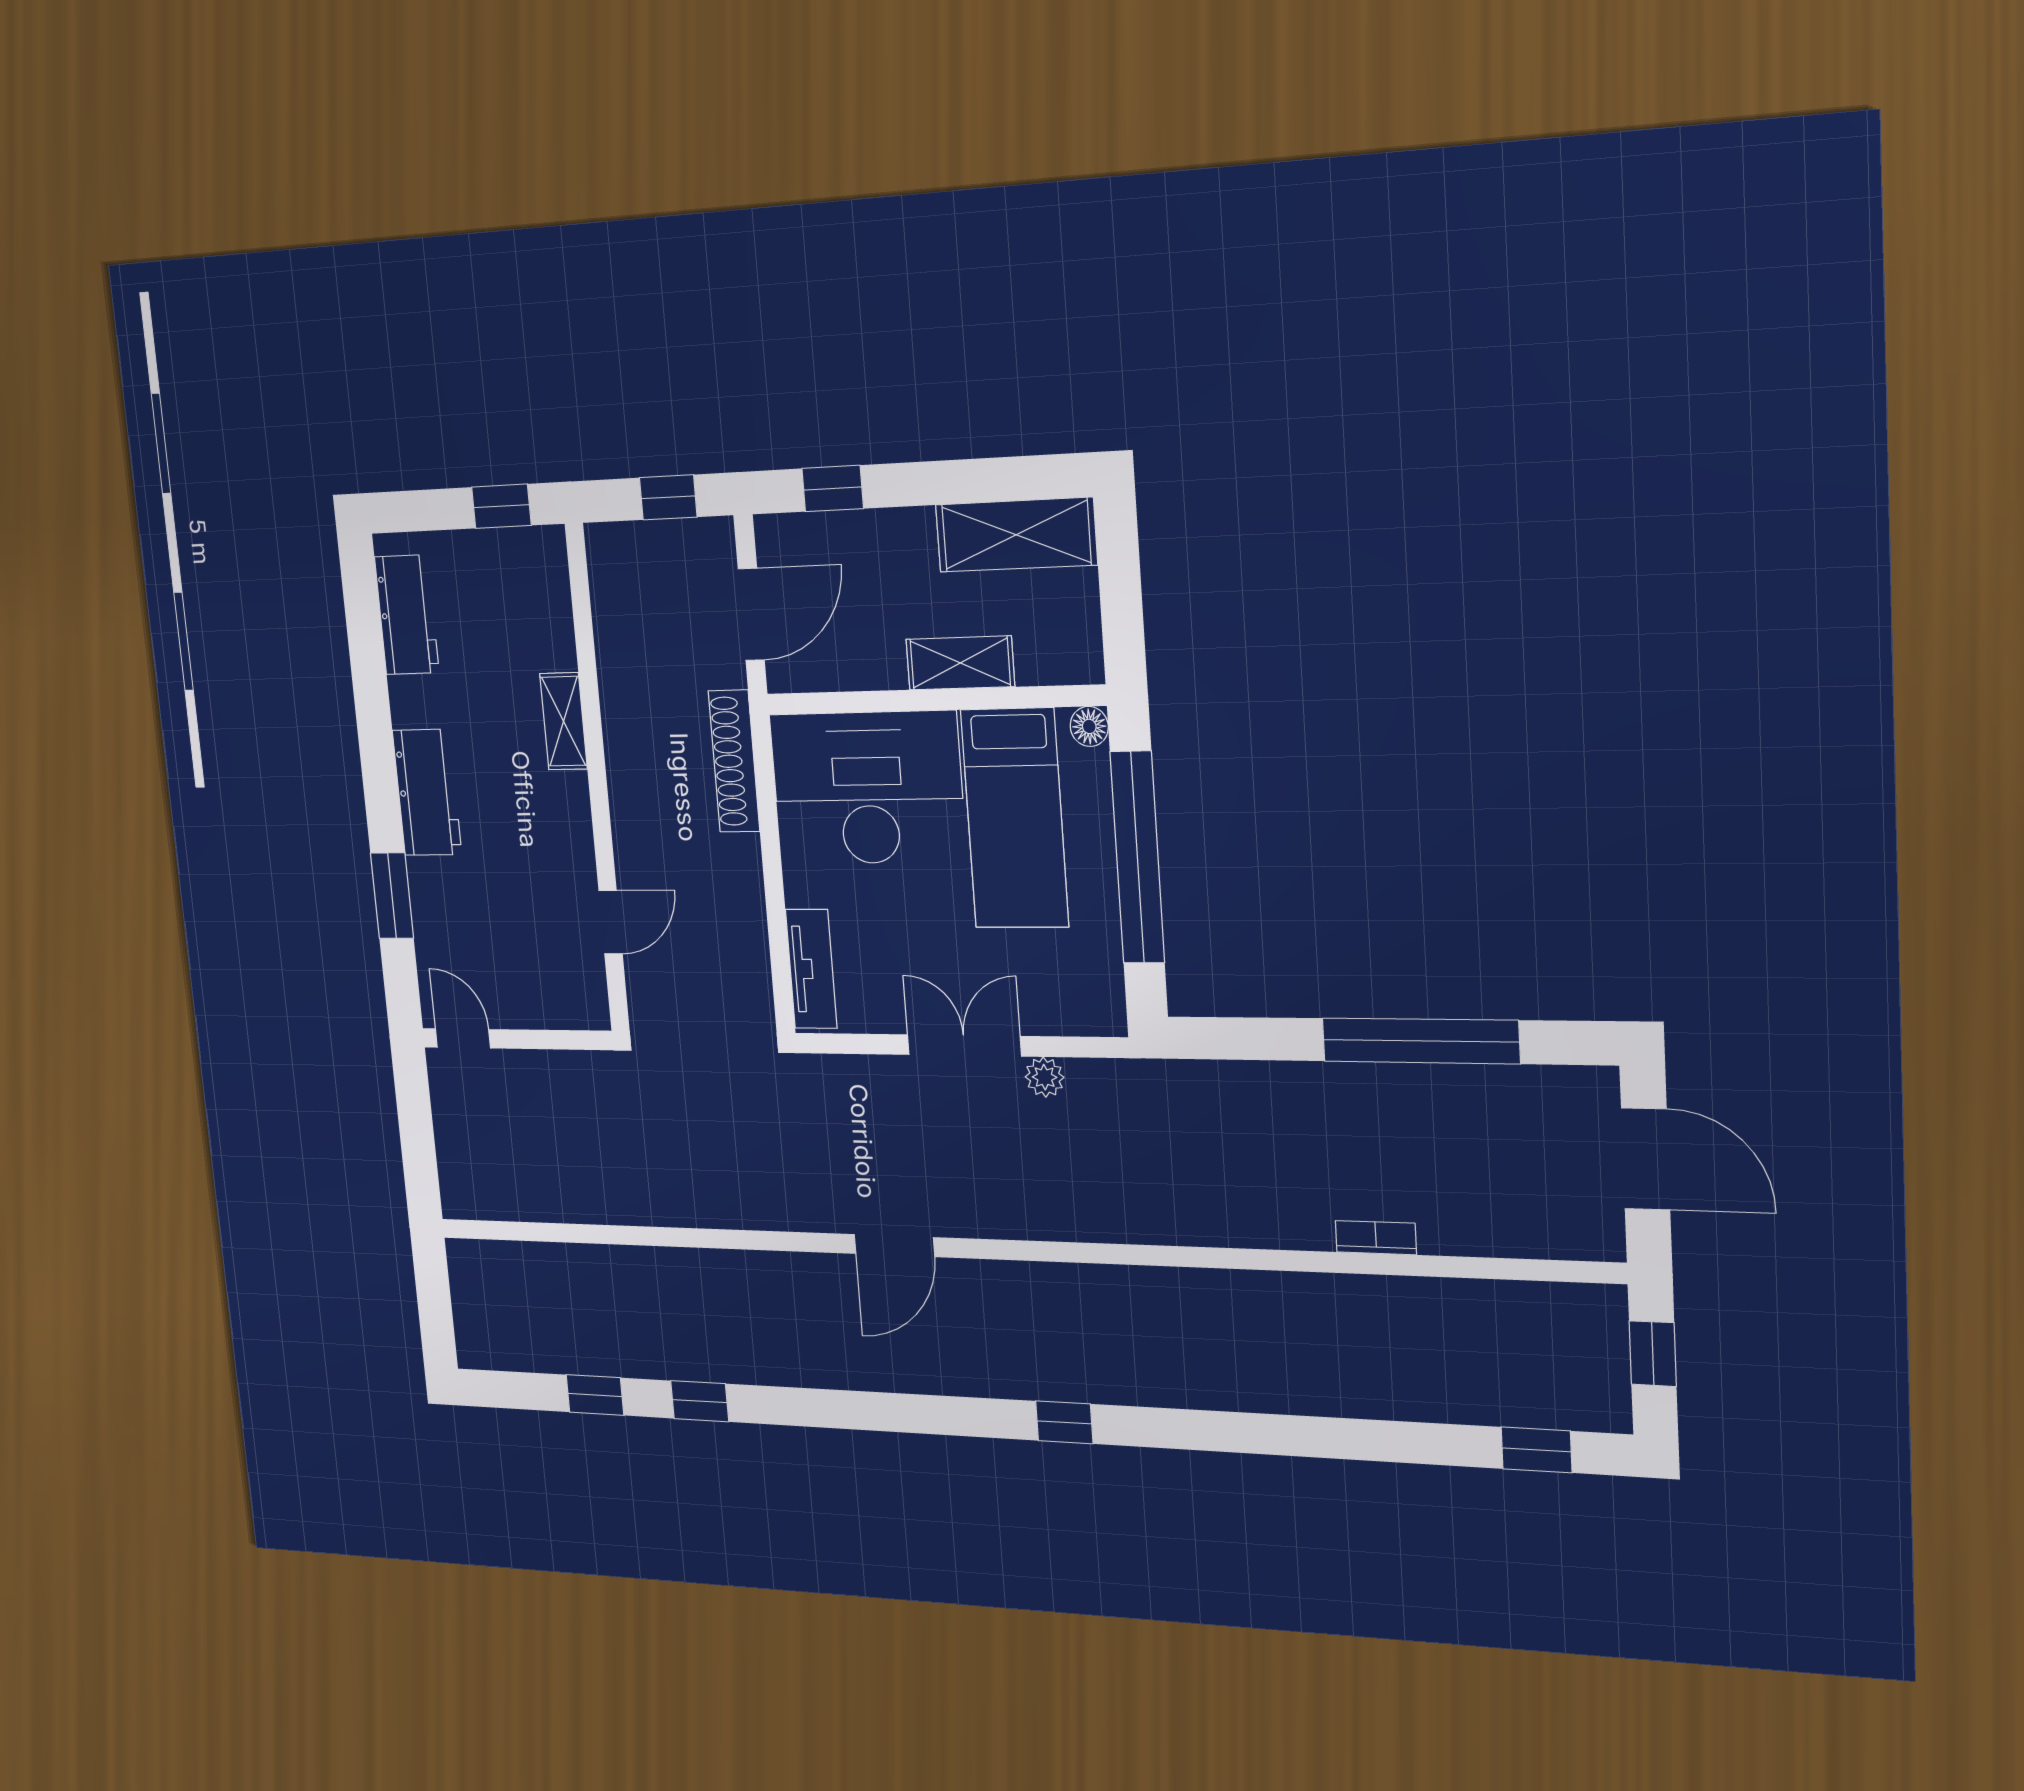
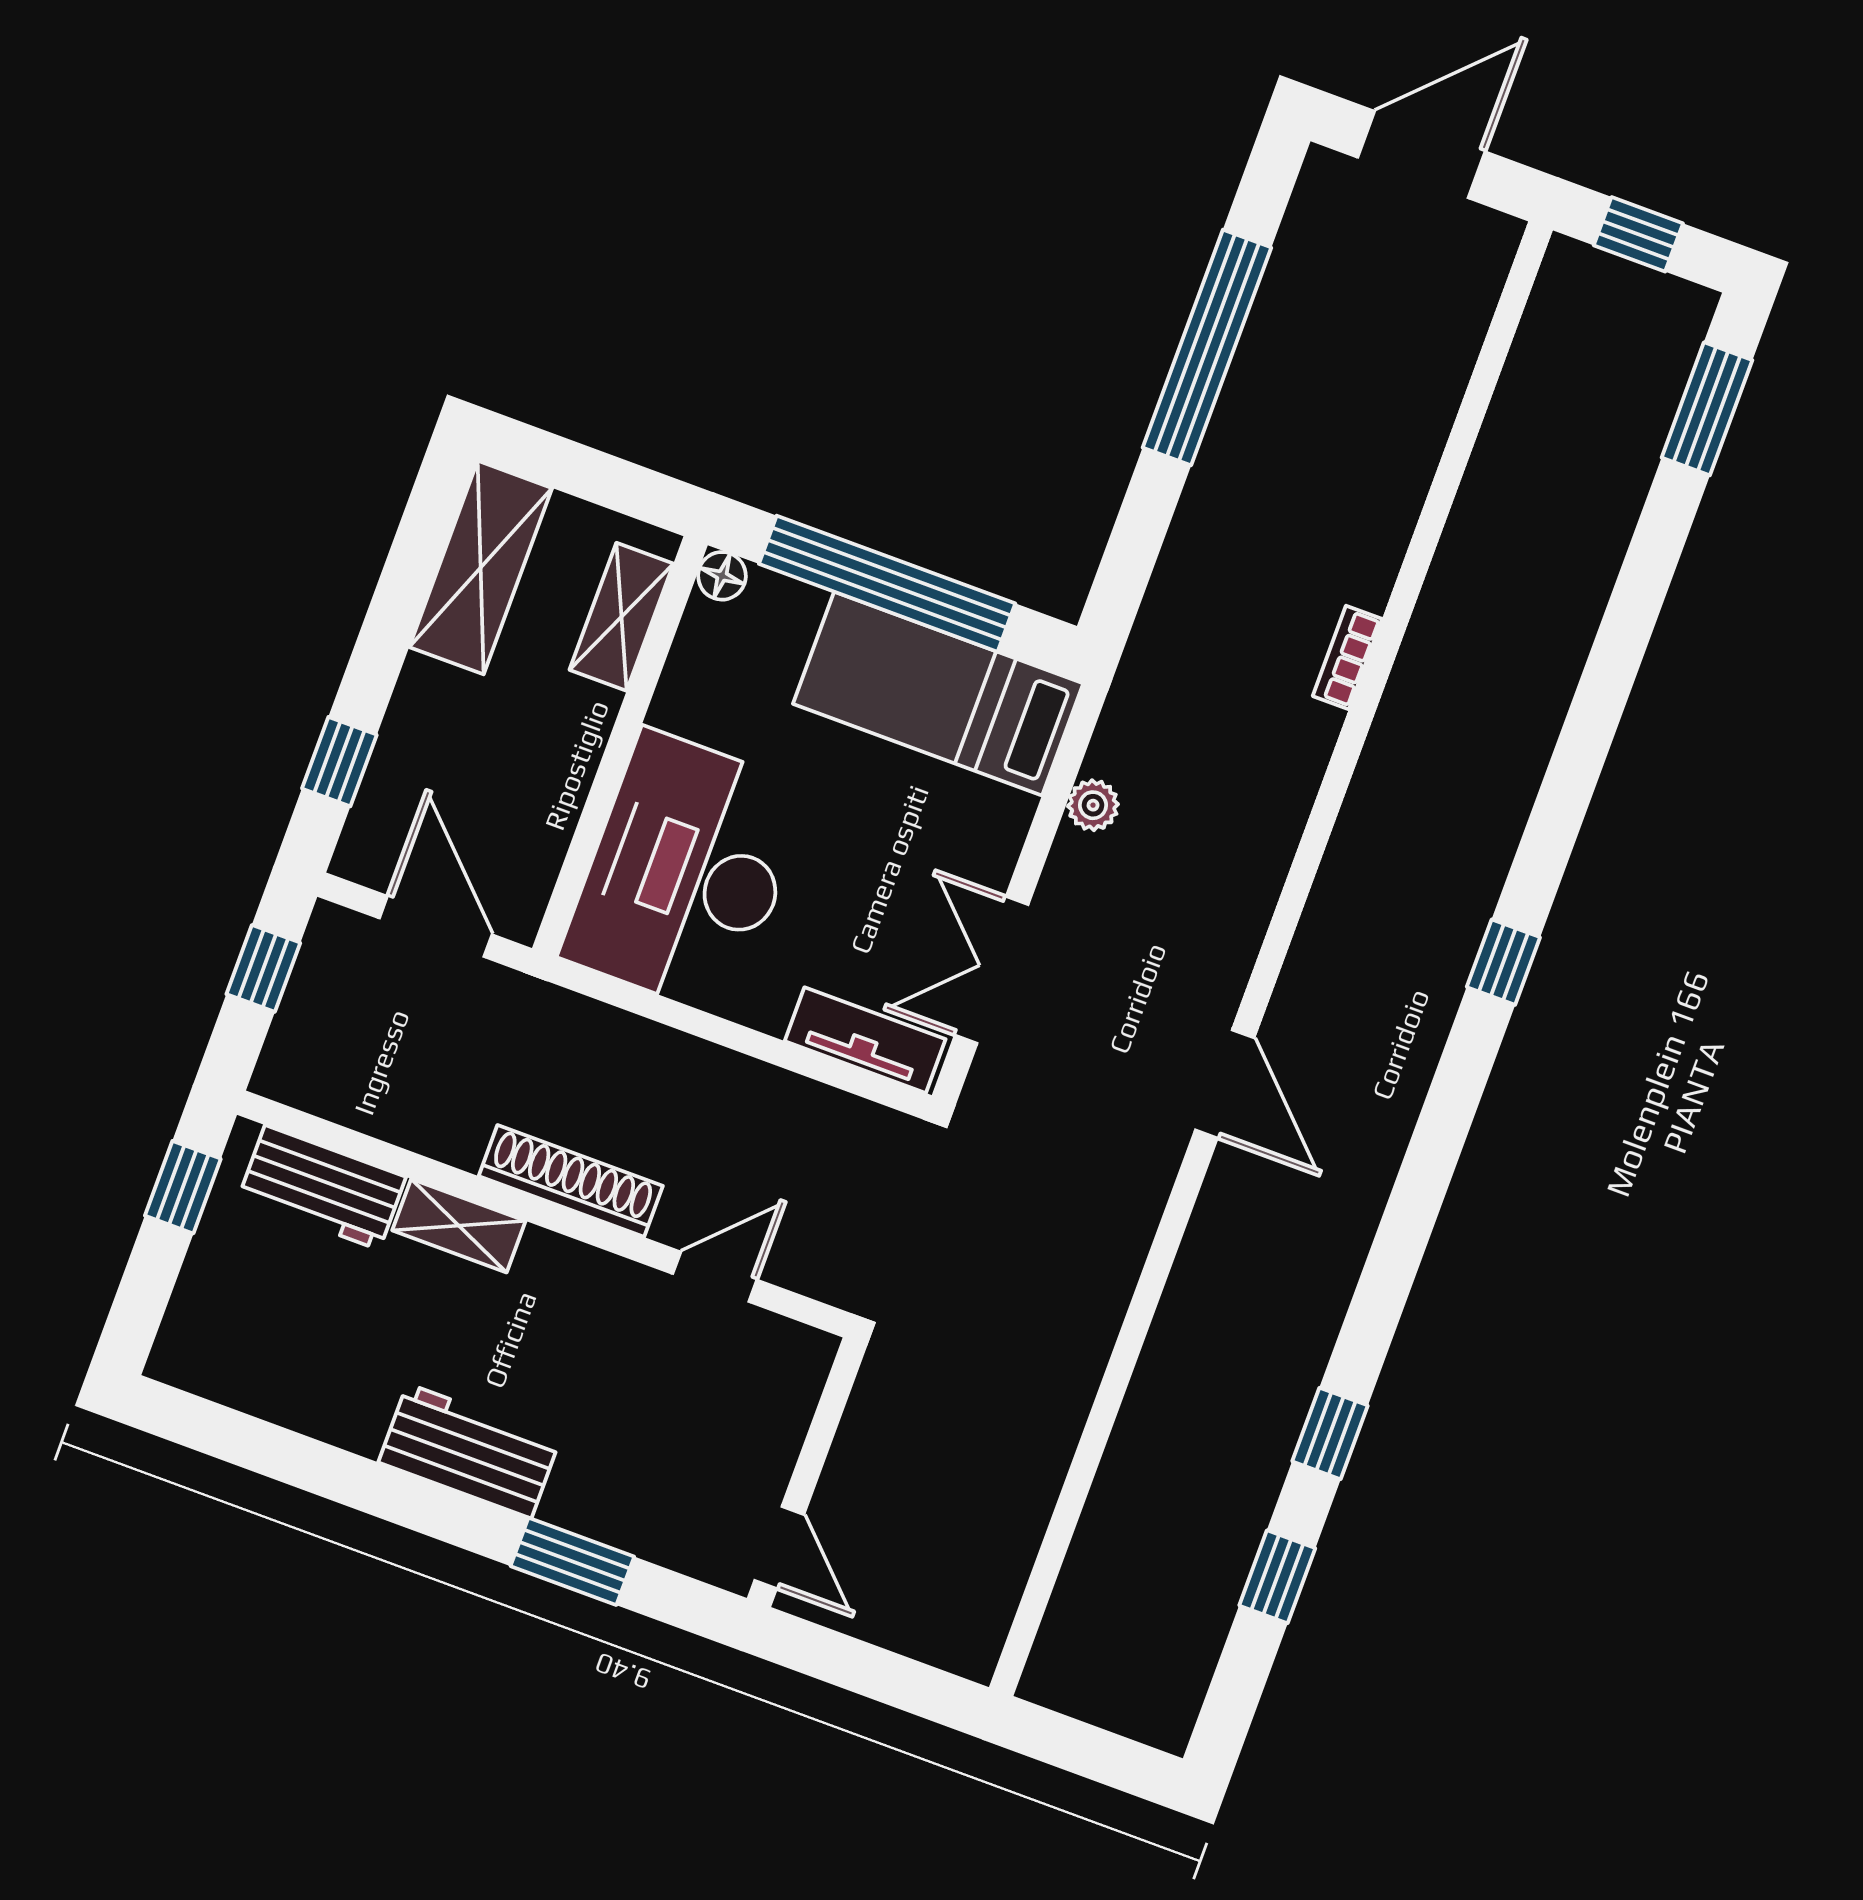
workbench: (407, 615) -> (322, 1187), moved, turned 180
shelving: (960, 663) -> (621, 617), moved
shoe rack: (734, 761) -> (571, 1181), moved, turned 180
bed: (1015, 818) -> (938, 694), moved, turned 180
door: (611, 922) -> (715, 1277), hinge flipped
door: (463, 1038) -> (779, 1548), swing flipped
double door: (964, 1045) -> (992, 970), moved
bookcase: (1376, 1238) -> (1347, 657), moved
window: (1536, 1450) -> (1707, 409), width x1.50

